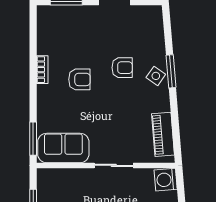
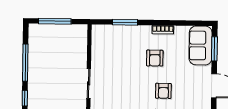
window: (33, 139) -> (125, 22), moved
sofa: (63, 148) -> (201, 45), moved, turned 180

